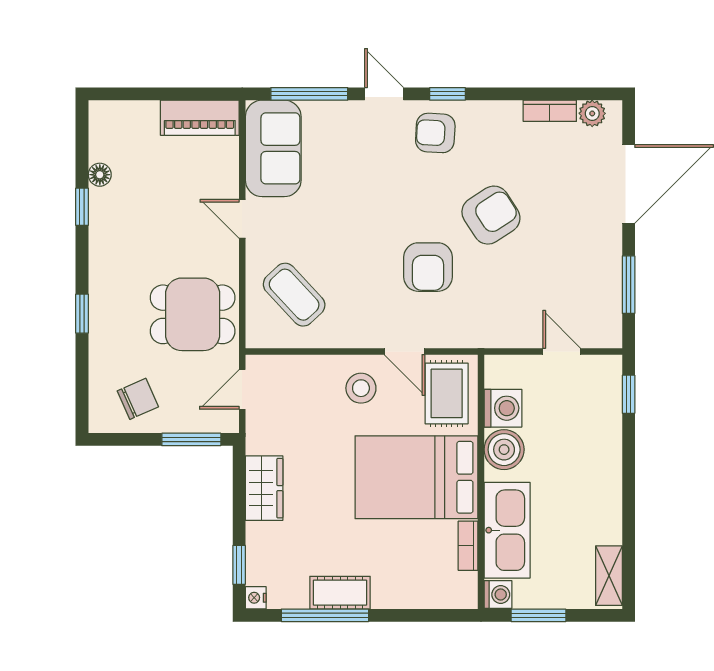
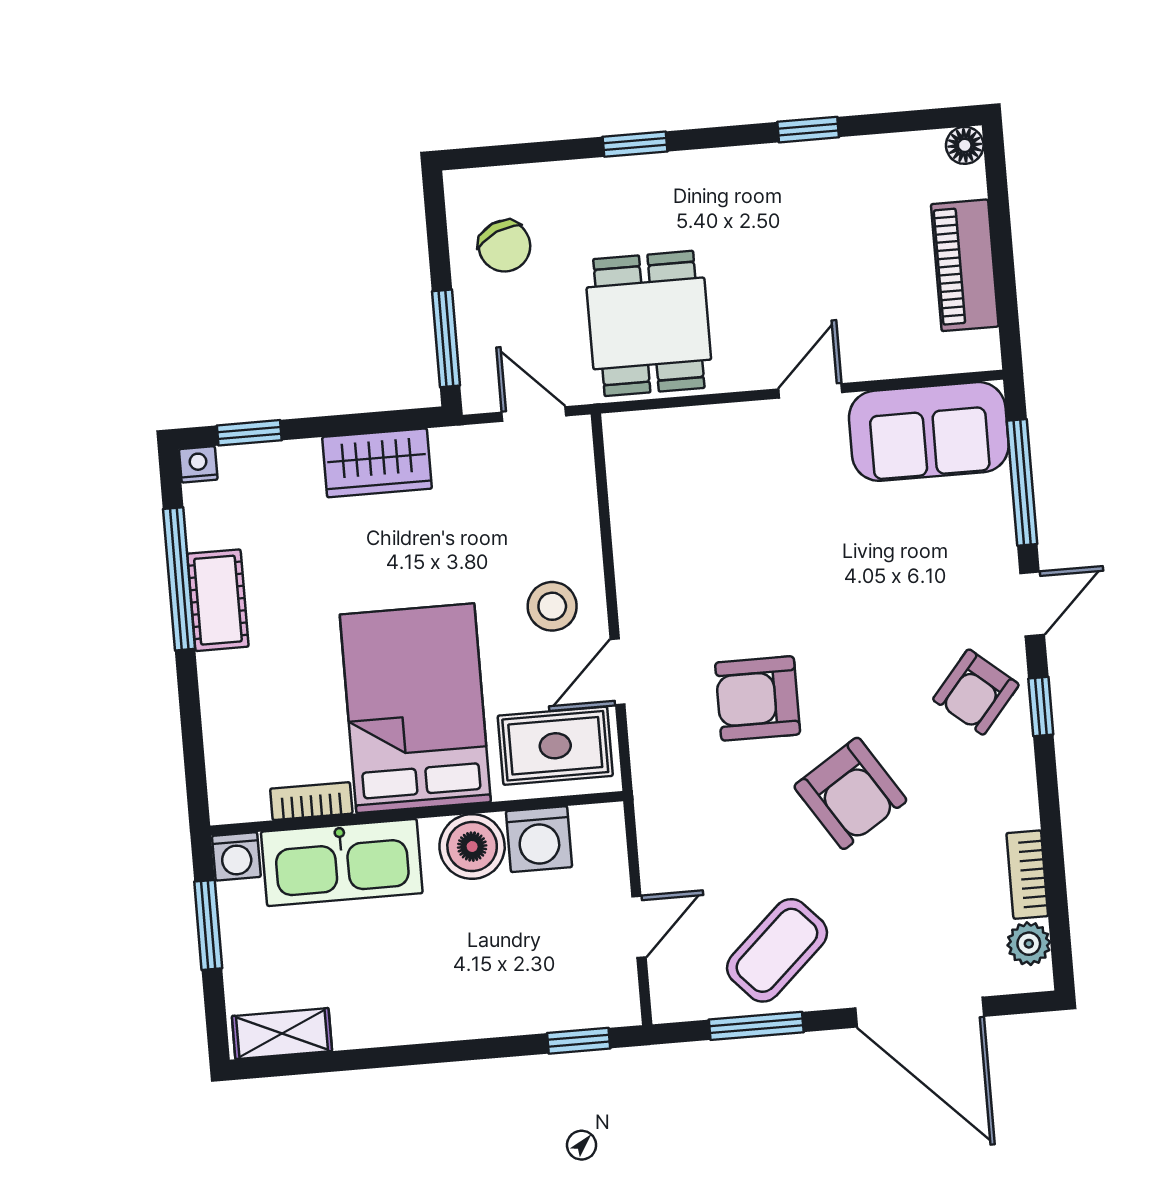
piano: (200, 118) -> (965, 265), moved
armchair: (435, 133) -> (976, 692), turned -143
floor lamp: (100, 175) -> (965, 145), moved
coffee table: (294, 295) -> (777, 950), moved

